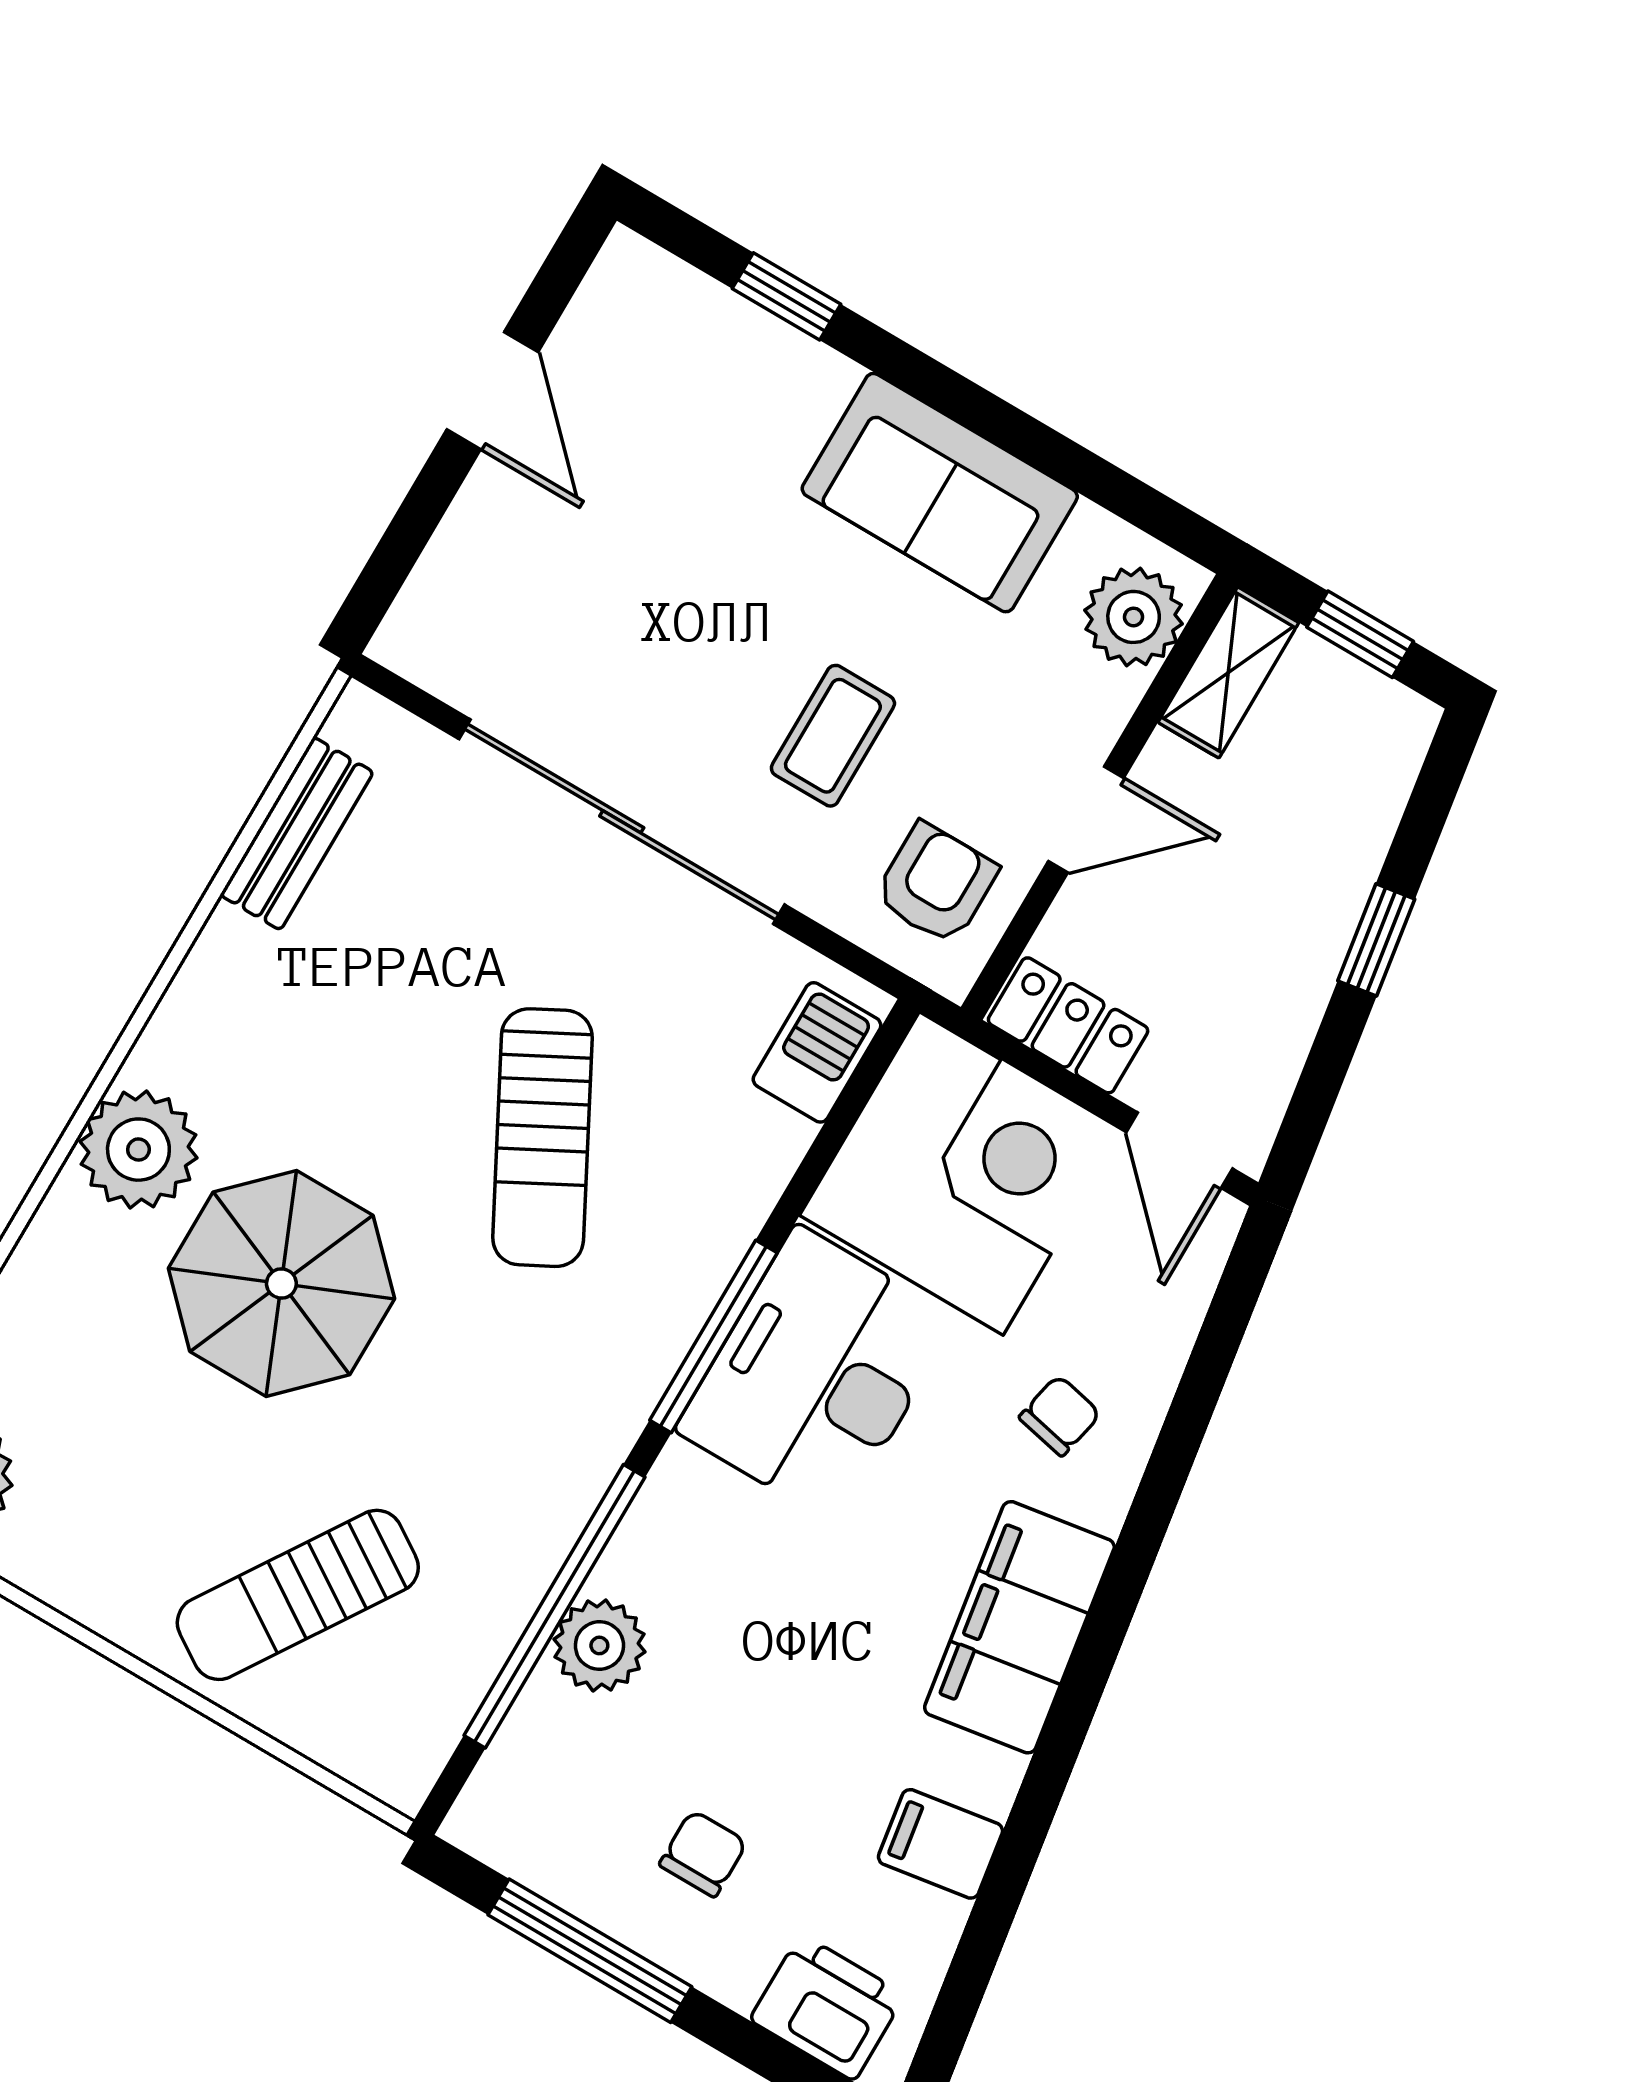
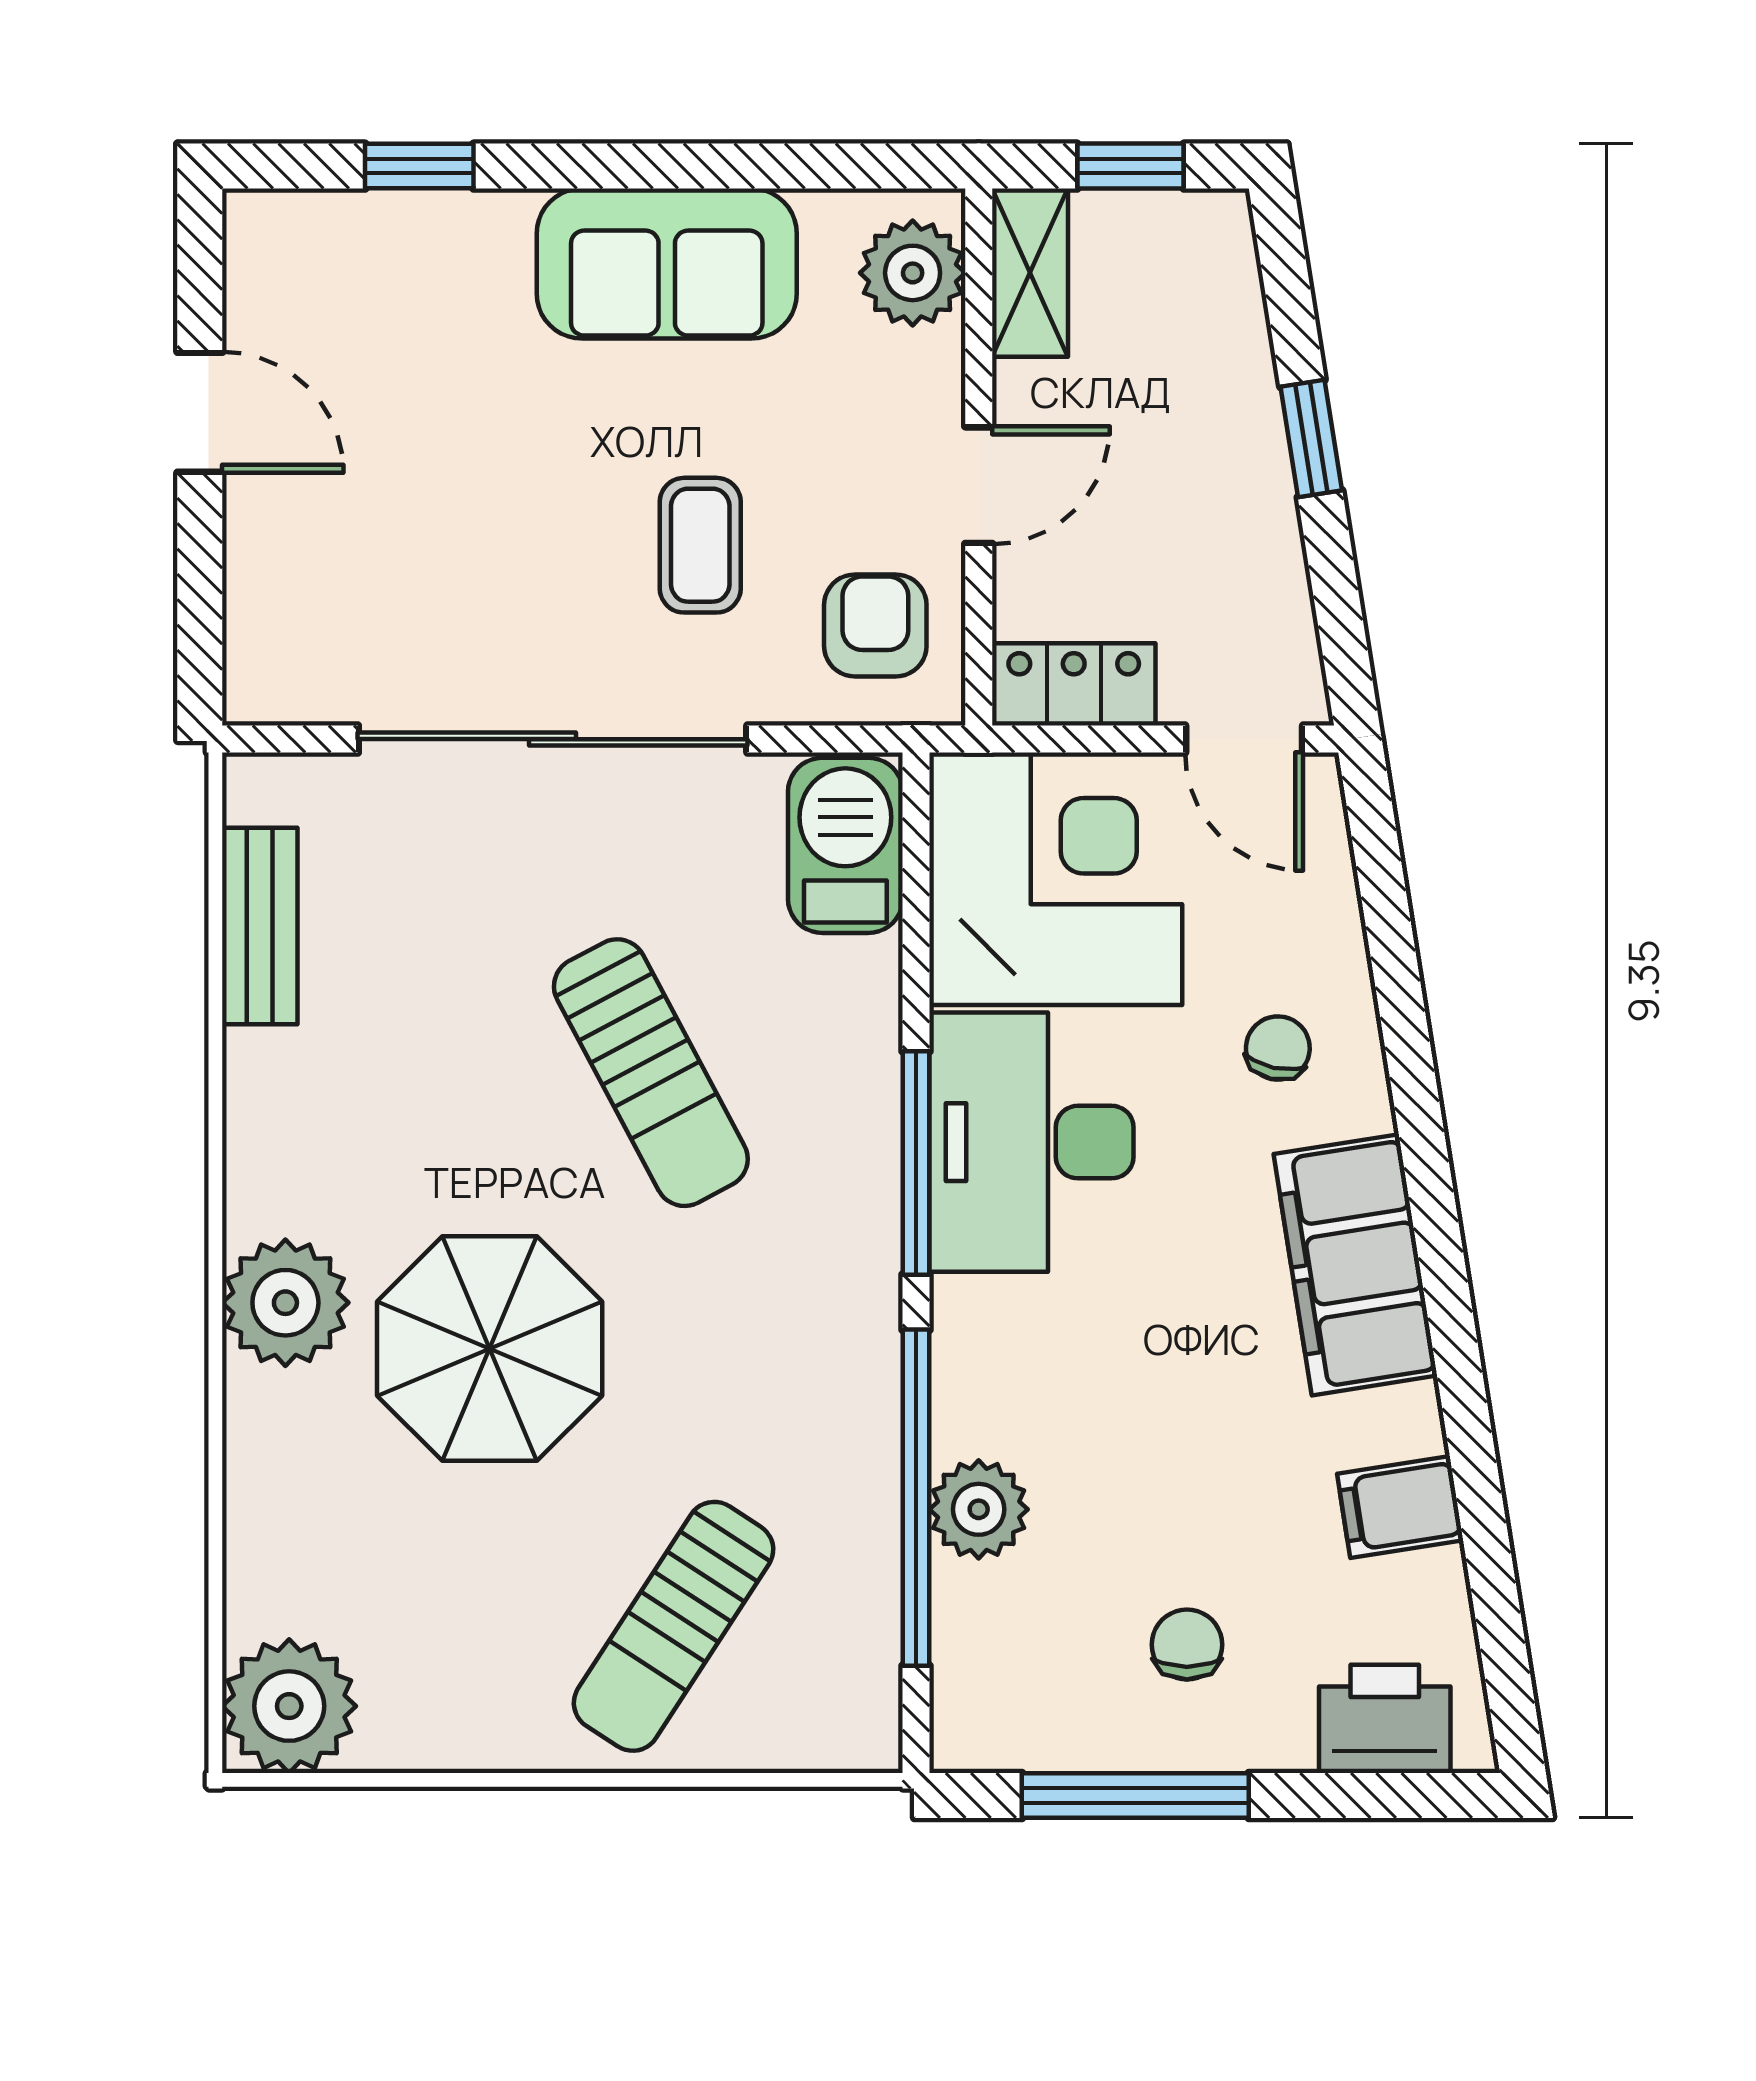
barbecue: (817, 1052) -> (845, 845), width x1.38, depth x1.27

